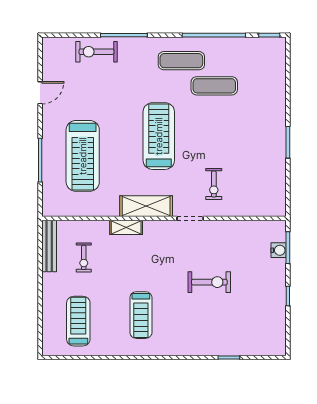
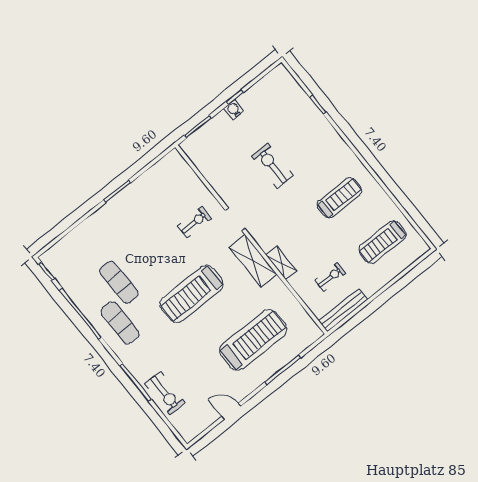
water cooler: (279, 250) -> (234, 110), moved

